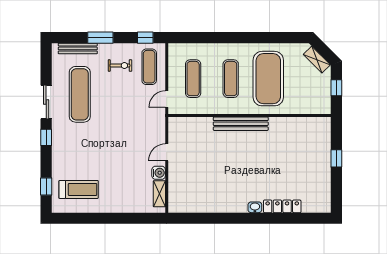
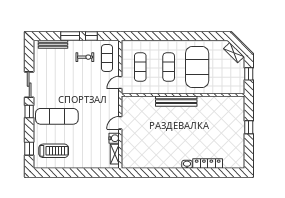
window: (145, 38) -> (91, 36), moved
exercise mat: (80, 94) -> (57, 116), moved, turned 90

